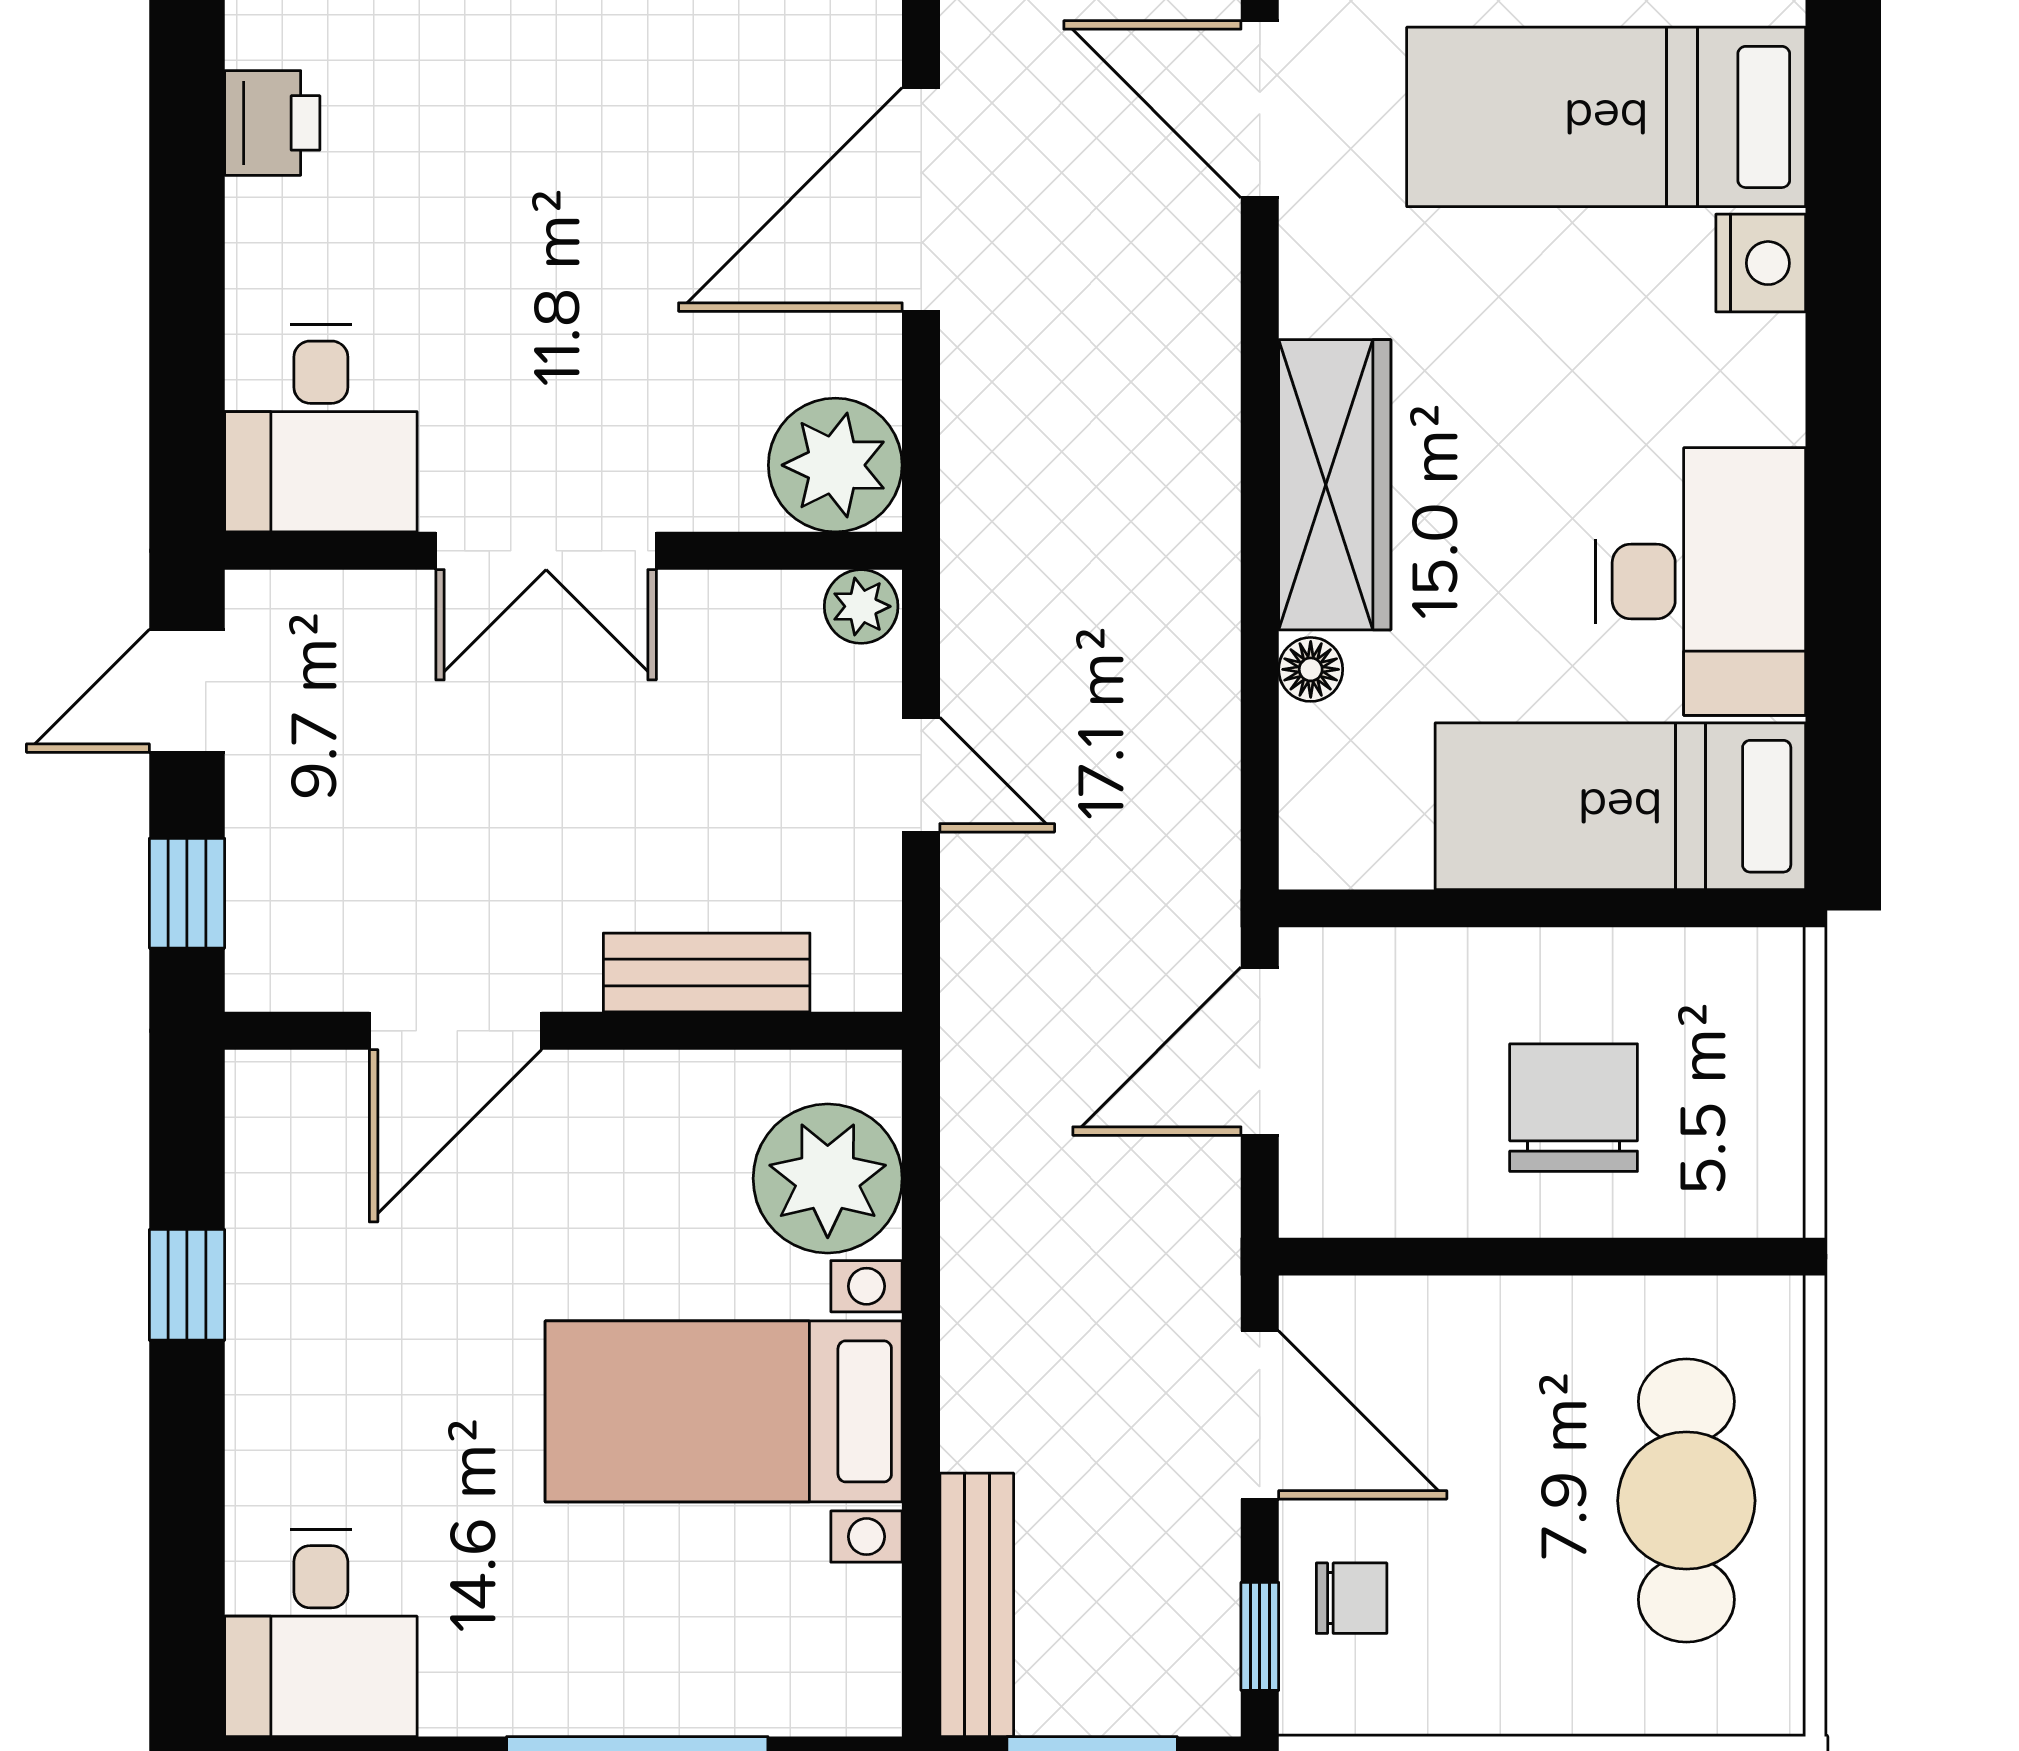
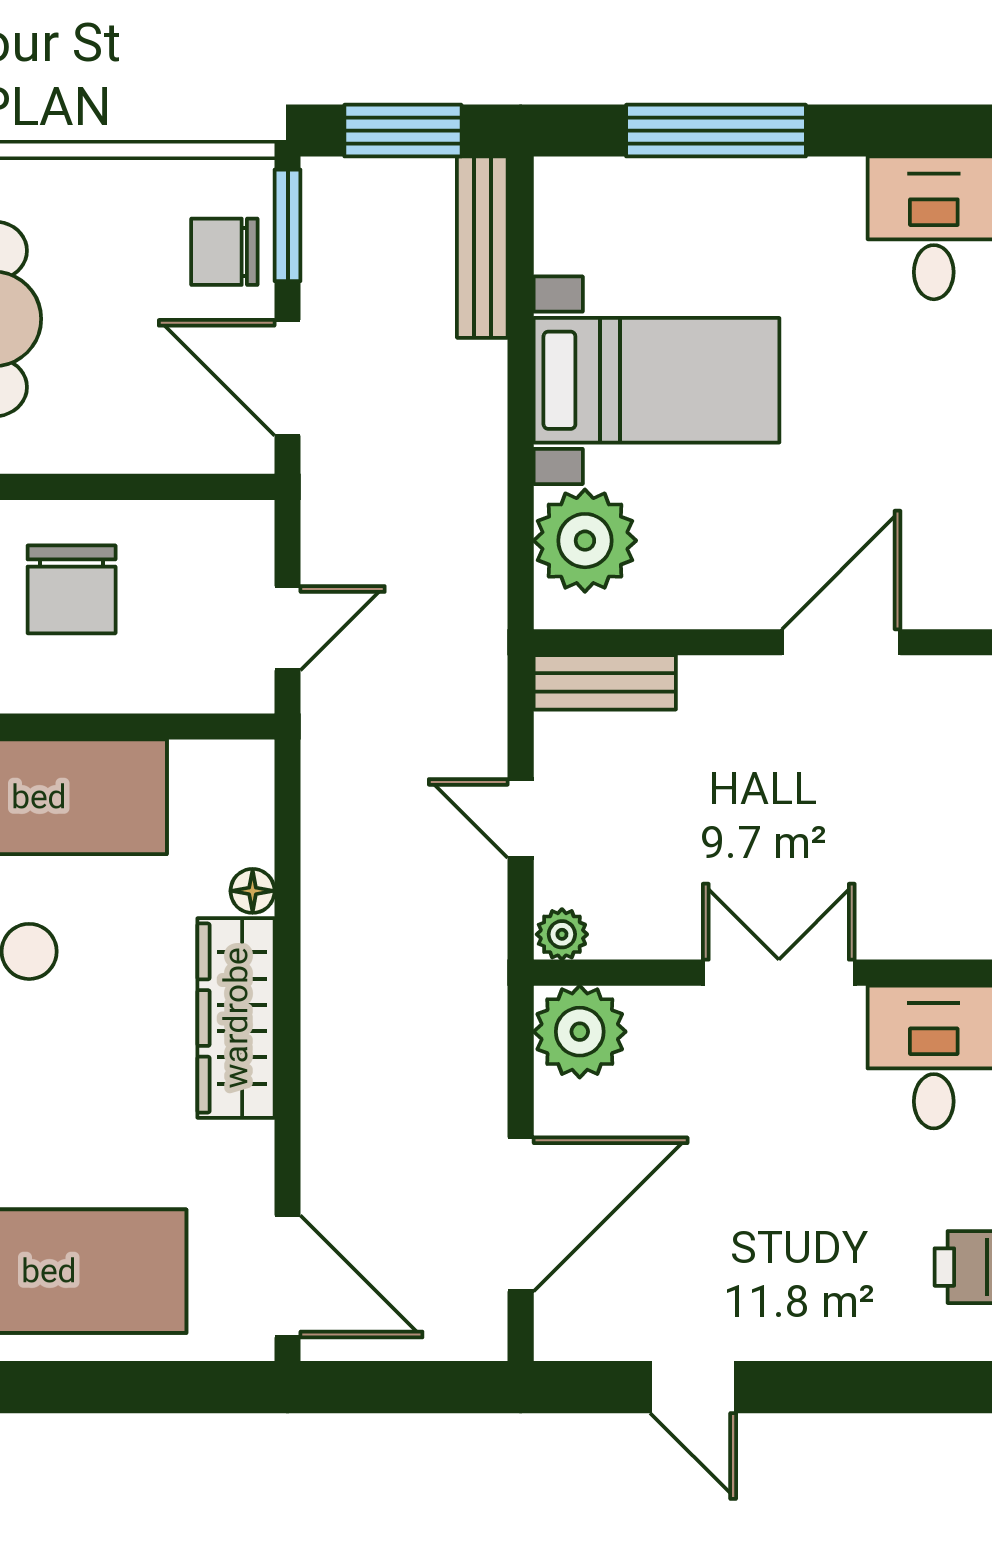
bench: (707, 972) -> (605, 682), moved
door: (1260, 1051) -> (288, 628), width x0.73
chair: (1352, 1598) -> (224, 252), width x1.37, depth x1.37
window: (1260, 1636) -> (288, 225), width x1.50

